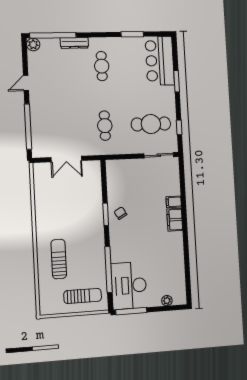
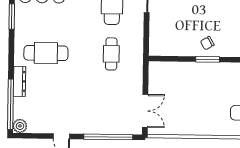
cafe table: (102, 66) -> (46, 53), width x1.37, depth x1.35
cafe table: (105, 126) -> (111, 54), turned 90
double door: (66, 159) -> (145, 111), moved

